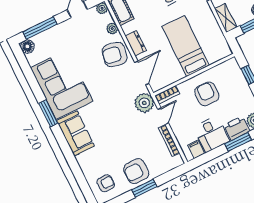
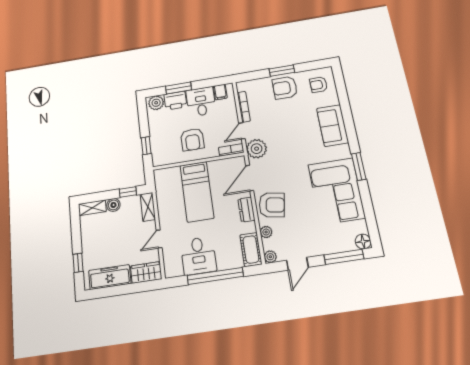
sofa: (76, 133) -> (333, 125), moved
armchair: (136, 171) -> (285, 88), turned 180

